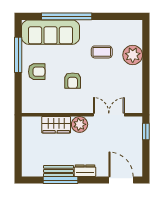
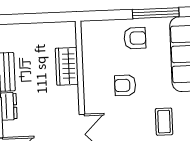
armchair: (37, 72) -> (135, 38), turned -90
plant: (80, 124) -> (69, 97), removed

